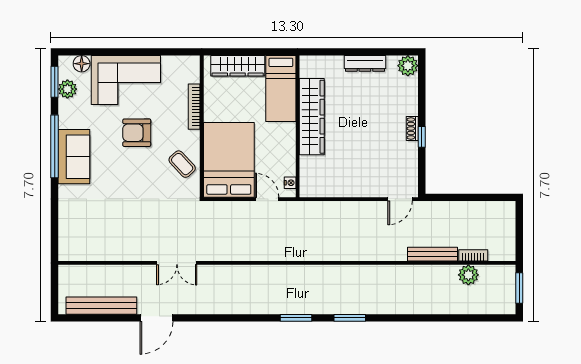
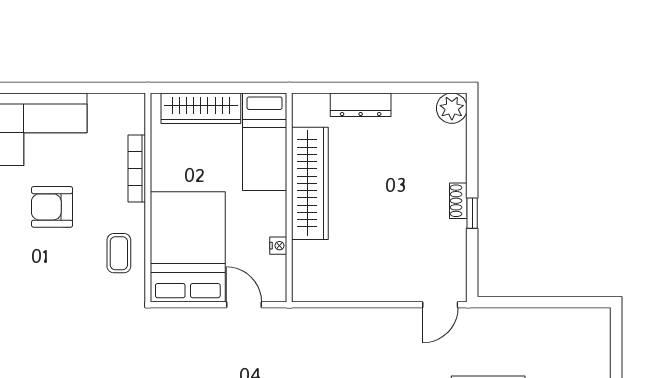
dresser: (365, 63) -> (361, 105), moved
coffee table: (182, 164) -> (119, 253), turned 43
nightstand: (290, 183) -> (278, 246), moved

